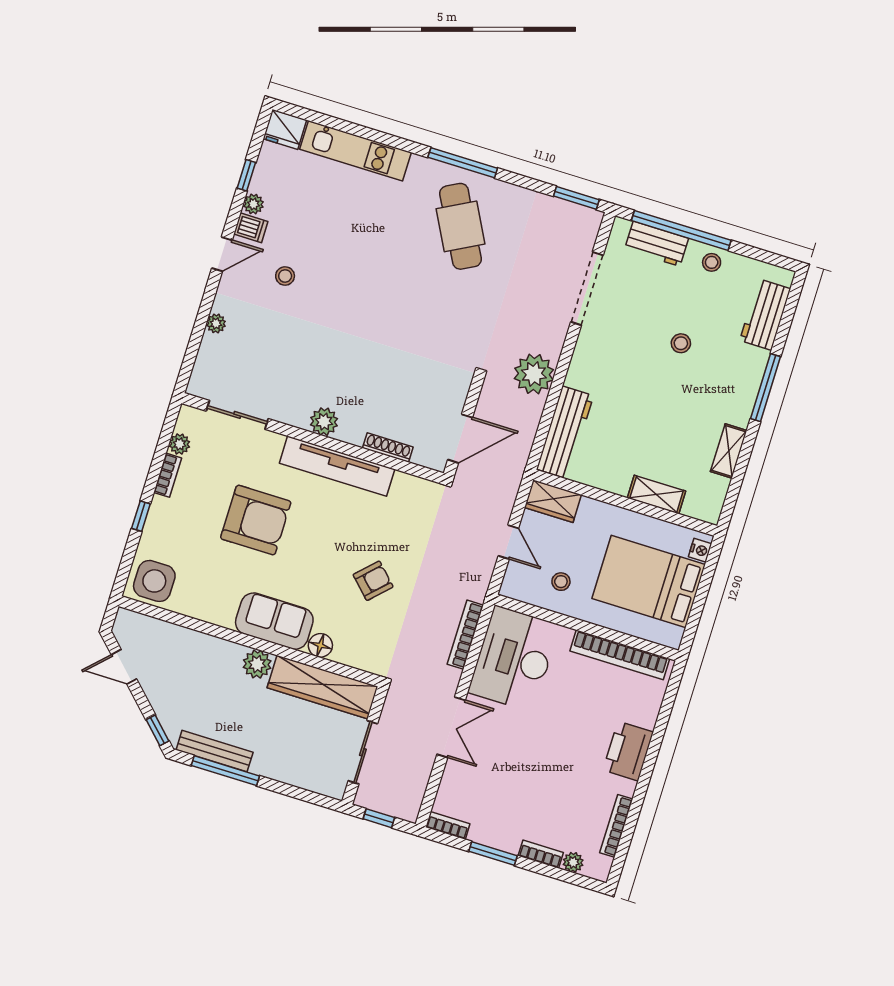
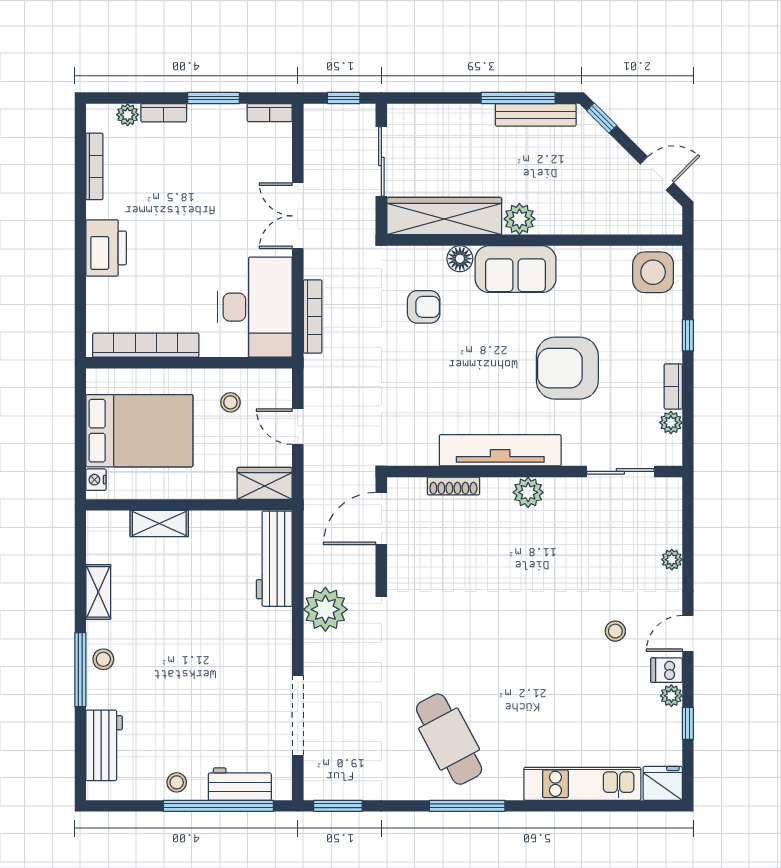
stool: (681, 343) -> (103, 659), moved
armchair: (373, 581) -> (424, 307), moved, turned -135

